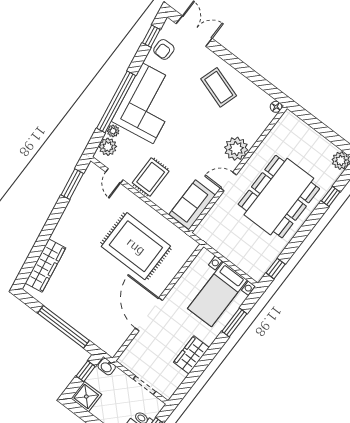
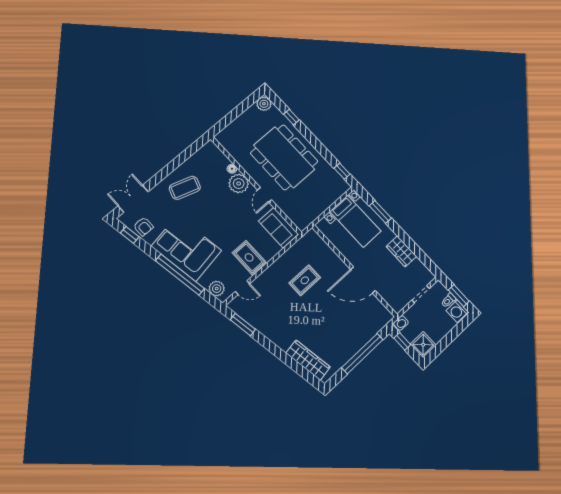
floor lamp: (276, 107) -> (232, 169), moved
plant: (113, 131) -> (204, 282), removed
rug: (136, 246) -> (305, 280), width x0.54, depth x0.49

